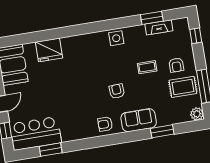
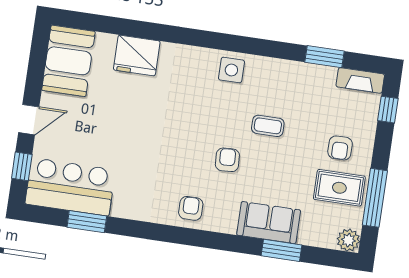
fireplace: (159, 27) -> (360, 80), moved
side table: (116, 38) -> (231, 70), moved
coffee table: (147, 67) -> (268, 126), moved
sofa: (139, 120) -> (269, 223), moved
armchair: (105, 124) -> (191, 208), turned 90

